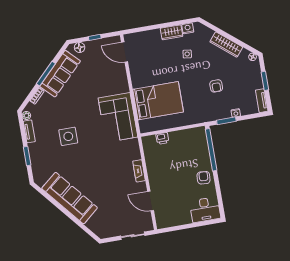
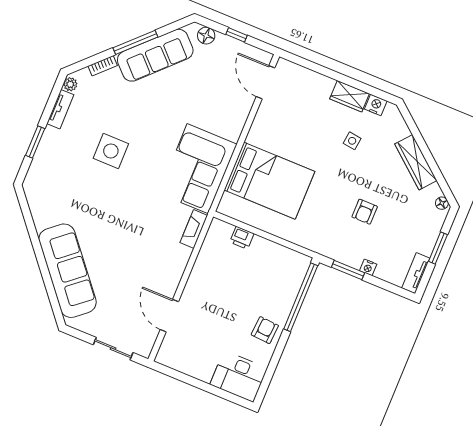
fireplace: (139, 171) -> (194, 229), moved
sofa: (70, 198) -> (68, 271), moved

